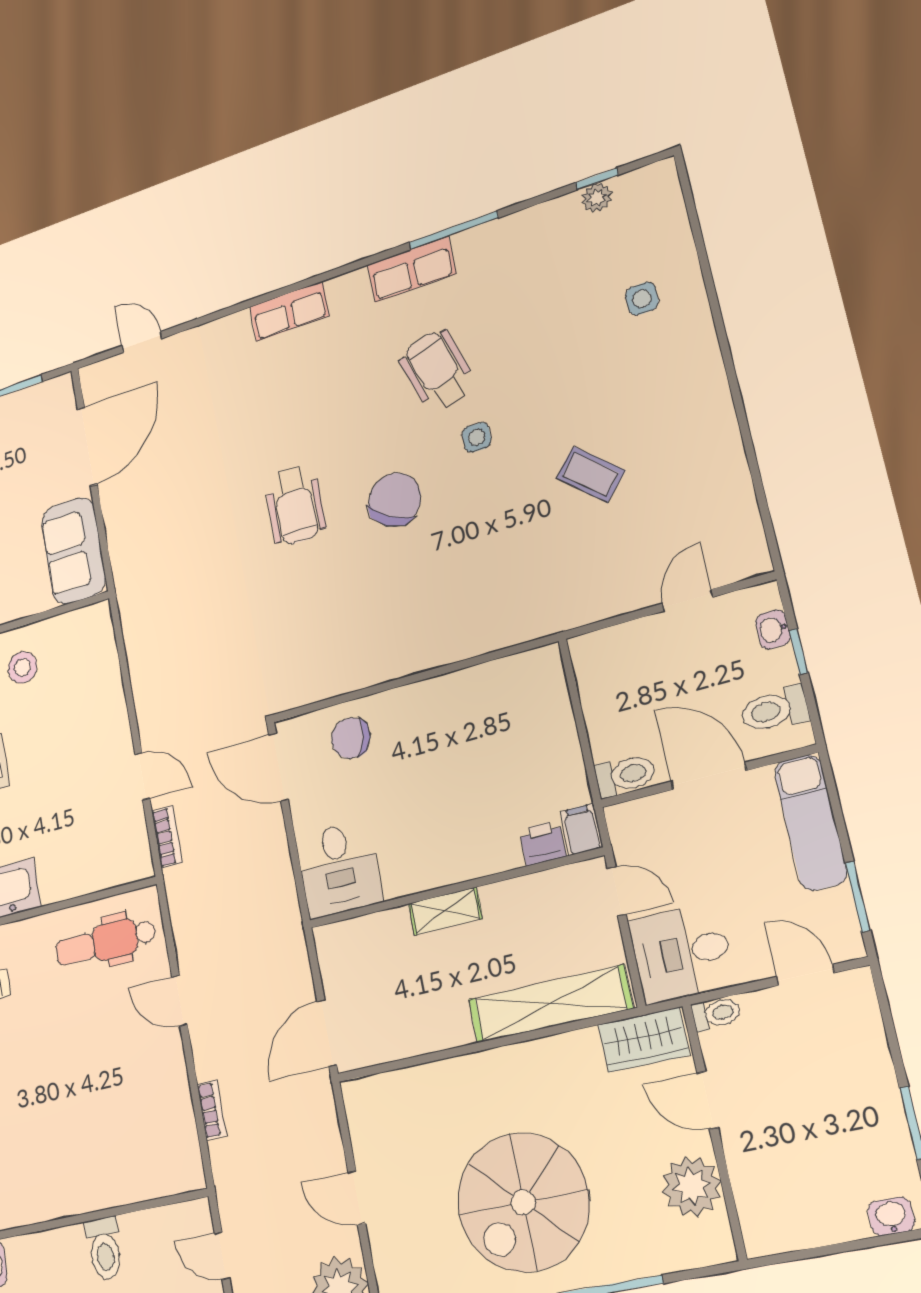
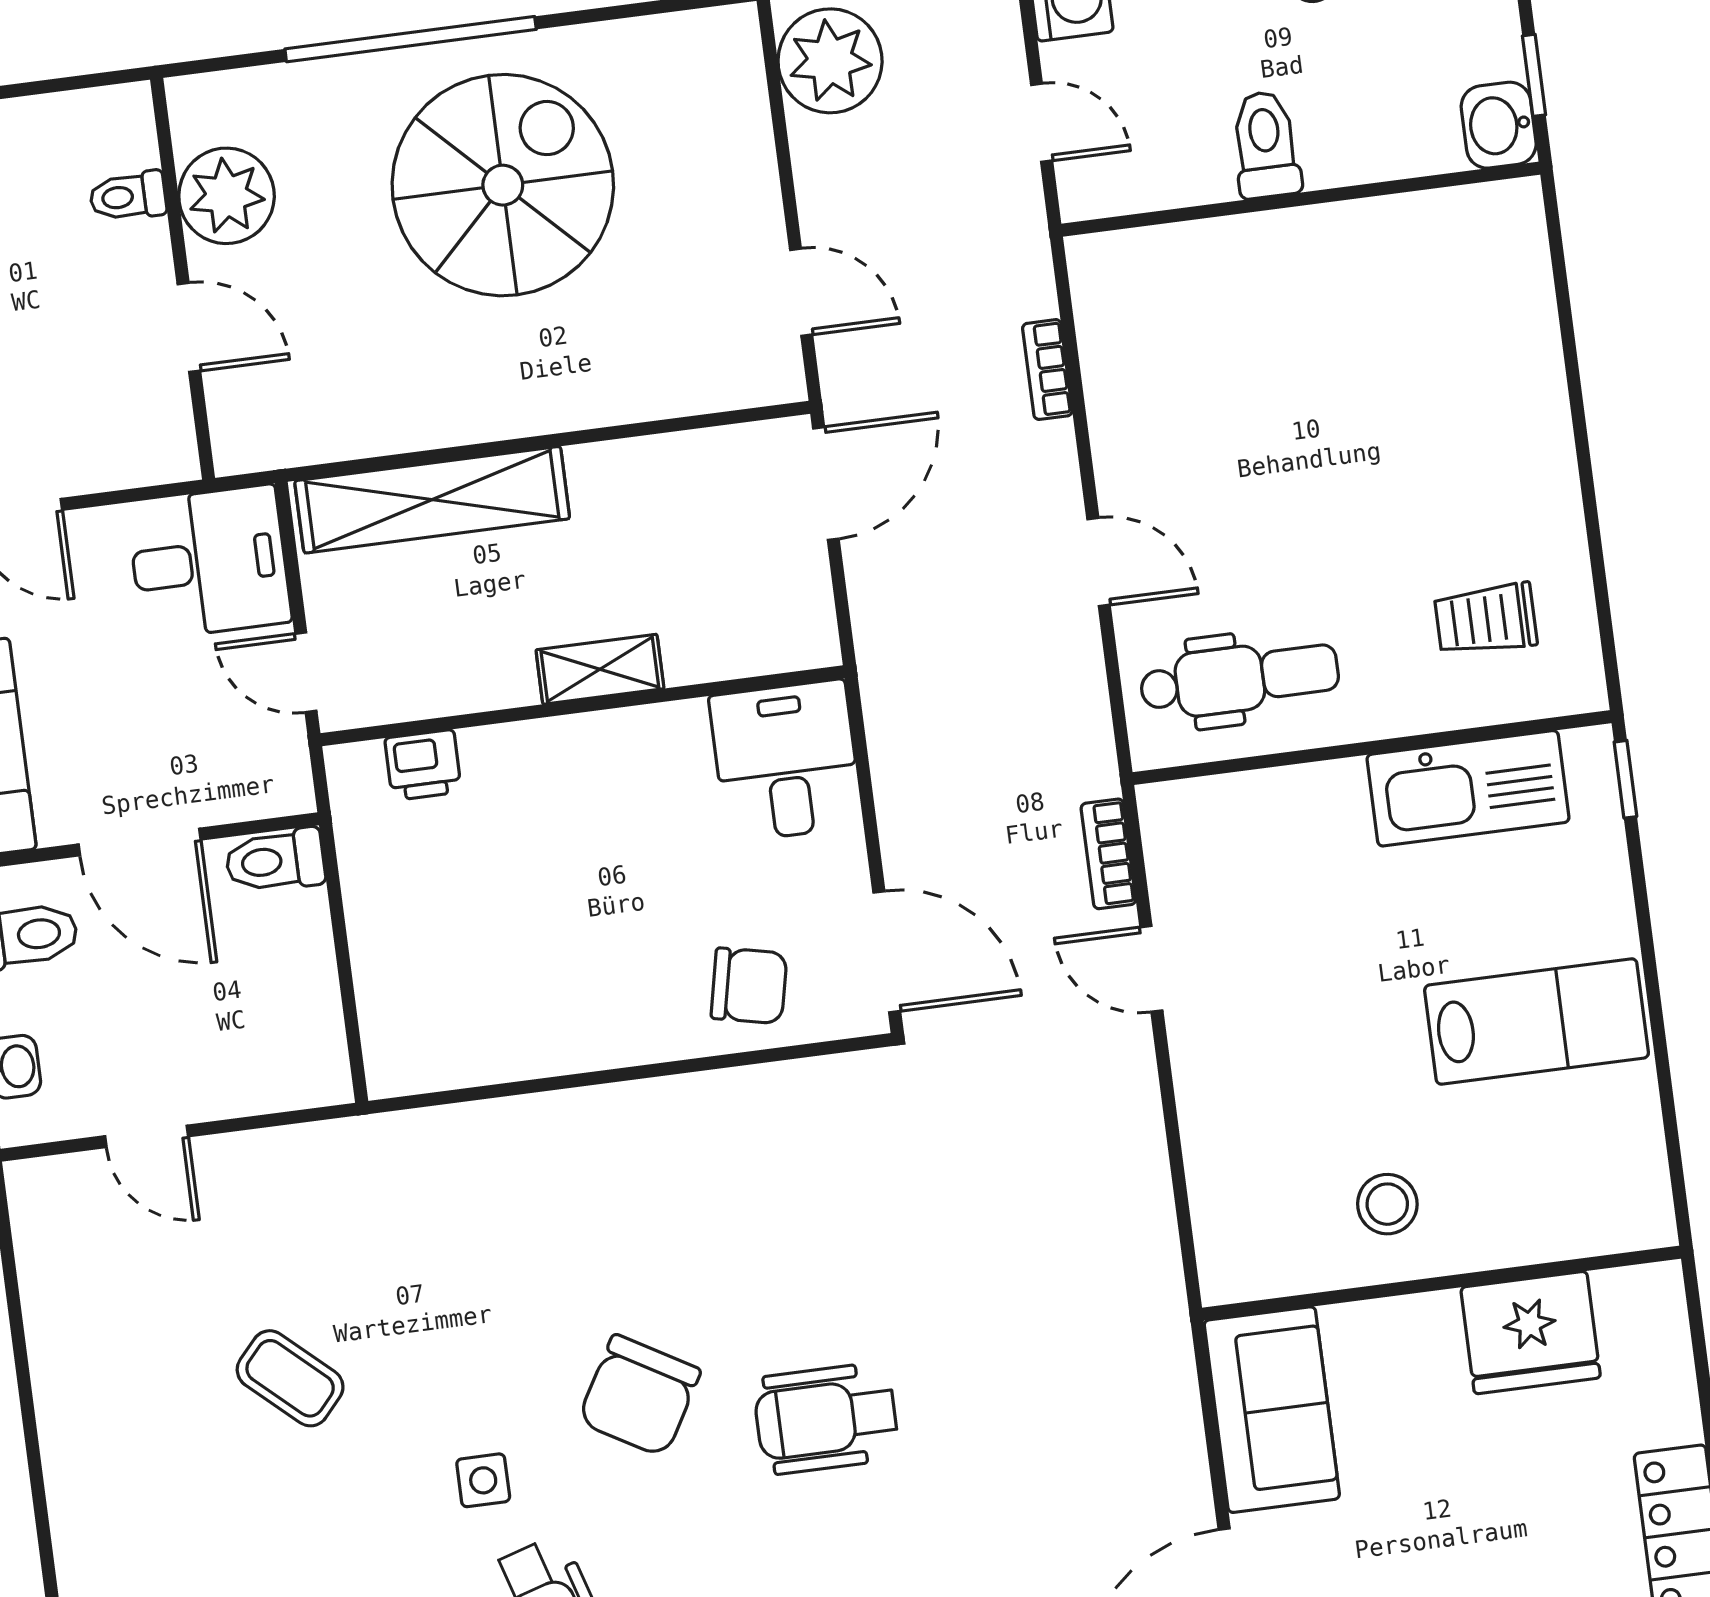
wheelchair: (295, 505) -> (826, 1418), turned -90
door: (688, 600) -> (147, 1136), hinge flipped
filing cabinet: (581, 830) -> (356, 780), removed
toilet: (716, 1013) -> (128, 196), moved
wardrobe: (644, 1040) -> (283, 430), removed
door: (357, 1198) -> (801, 292), moved

